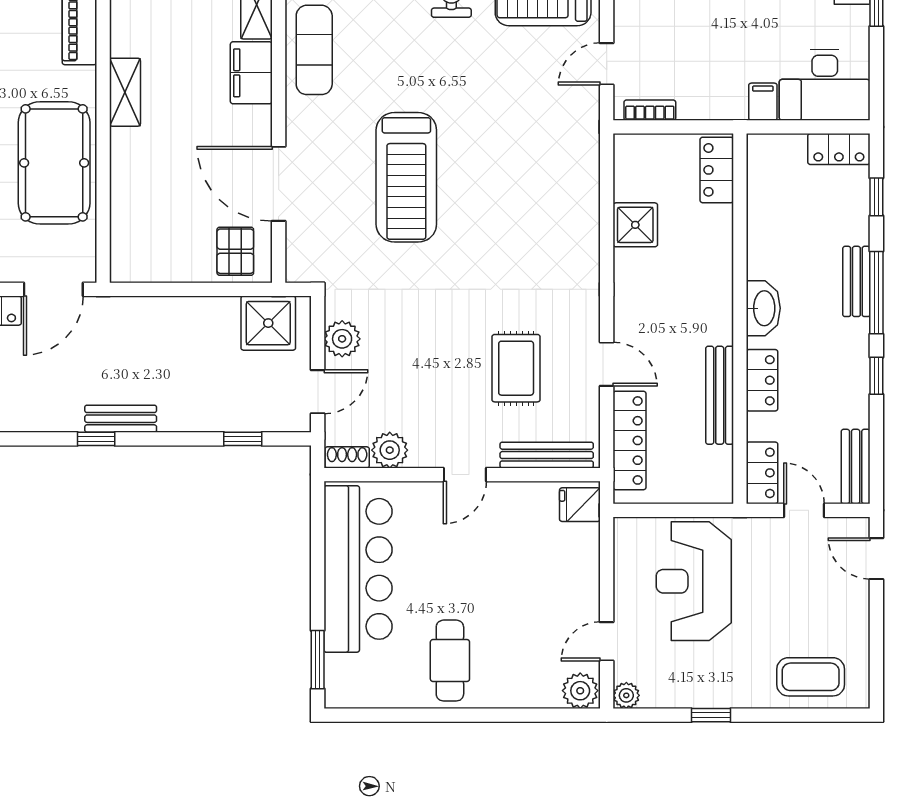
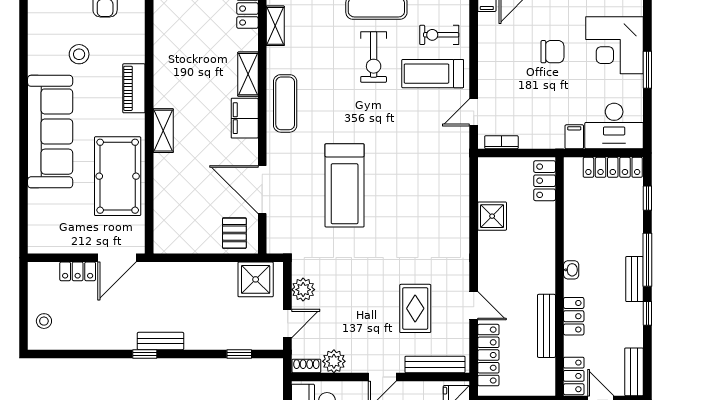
locker: (839, 149) -> (613, 167), width x1.53
bench: (856, 281) -> (635, 279), moved
washbasin: (763, 308) -> (571, 270), width x0.52, depth x0.69

